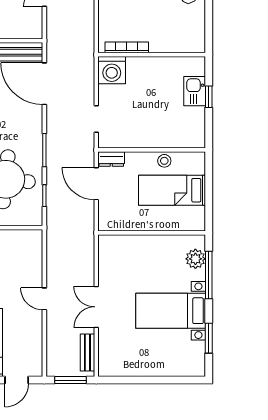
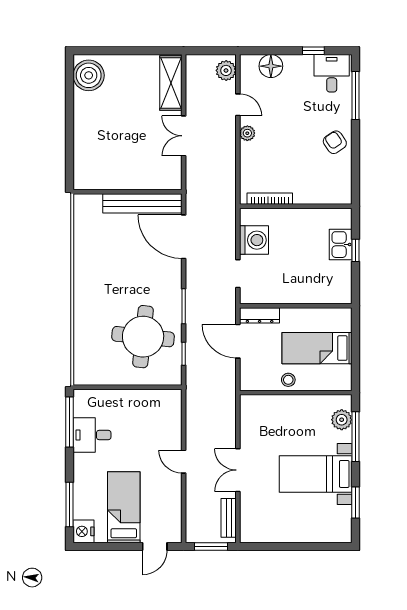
washing machine: (112, 70) -> (254, 240), moved, turned -90
dresser: (111, 159) -> (260, 315), width x1.44
stool: (164, 161) -> (288, 380), moved

